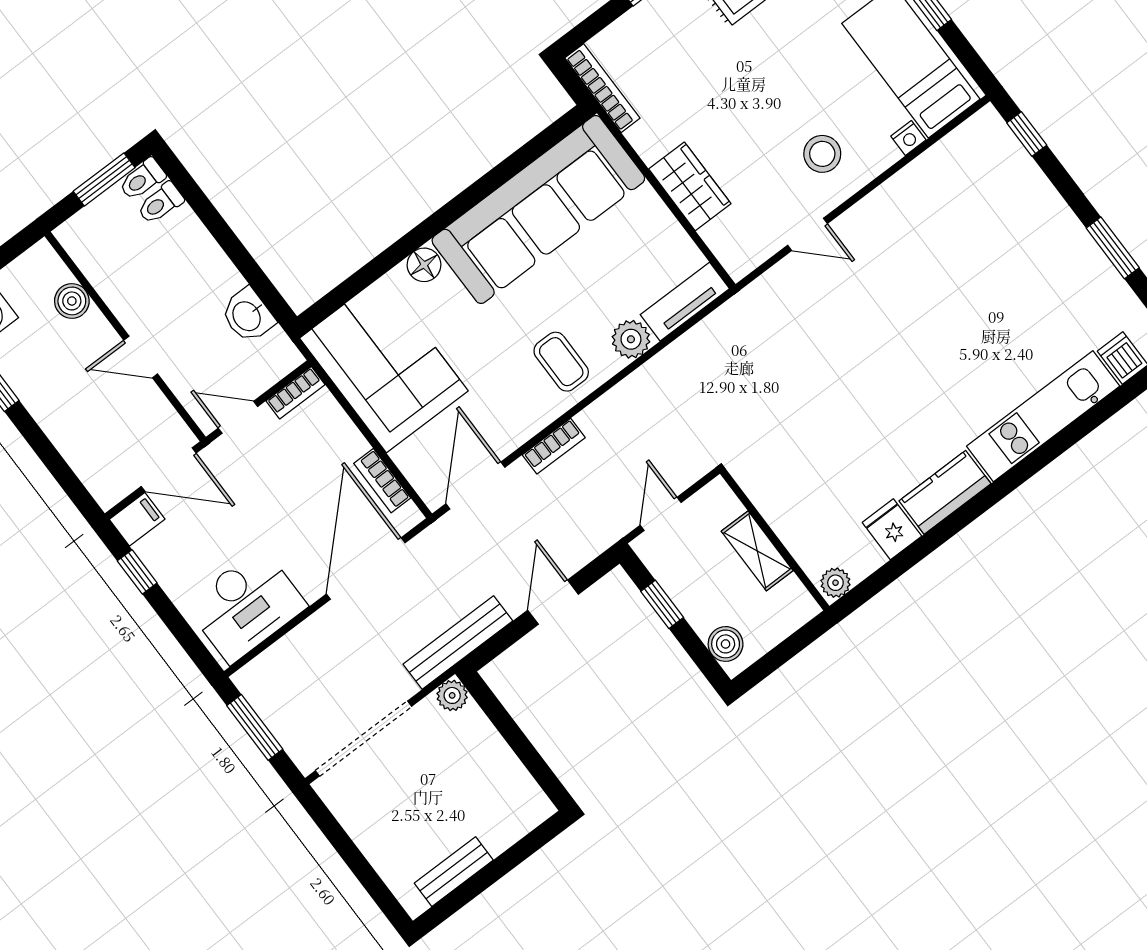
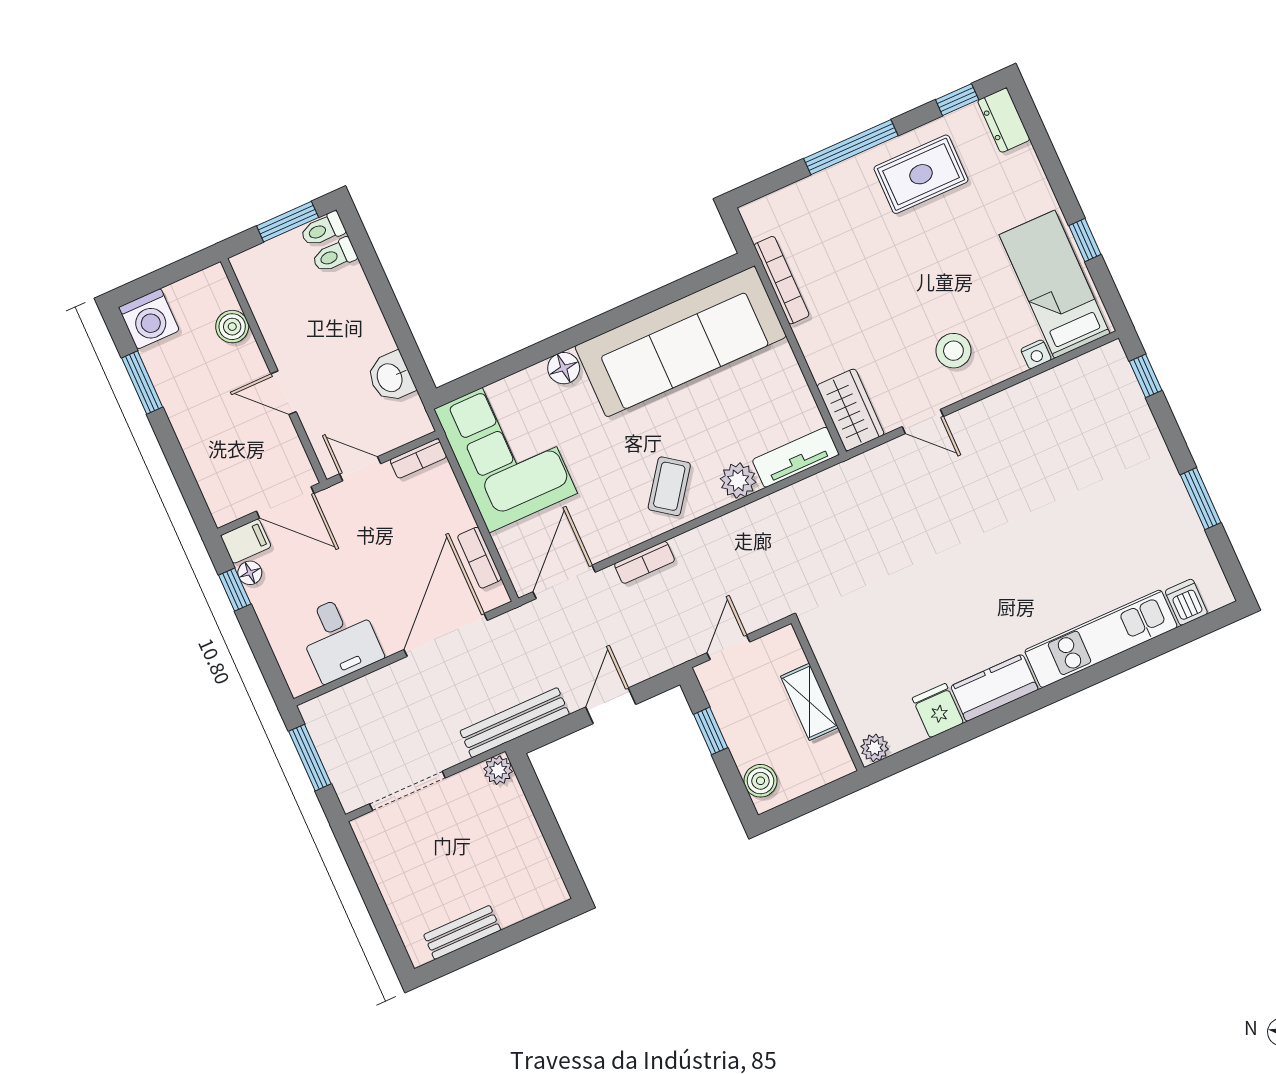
bookcase: (602, 88) -> (782, 280), moved
wardrobe: (690, 186) -> (851, 410), moved
coffee table: (561, 362) -> (669, 486), turned 36
floor lamp: (149, 551) -> (250, 573), added
desk: (246, 605) -> (339, 638), width x0.73
doorway: (363, 739) -> (407, 791), width x0.73

